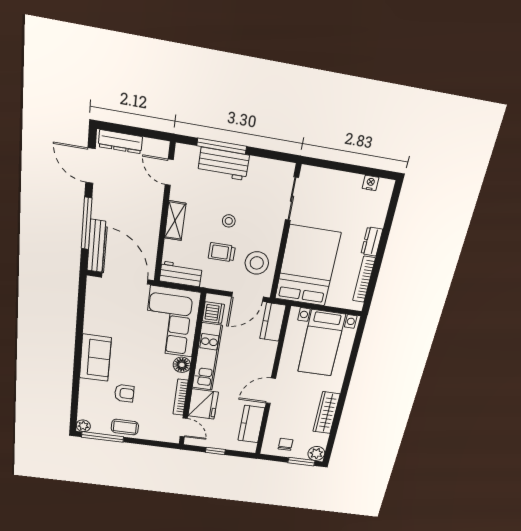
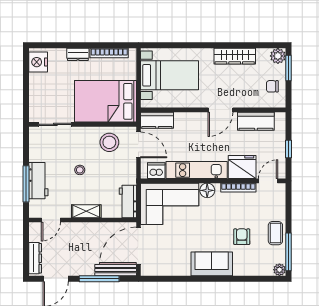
nightstand: (371, 183) -> (38, 62), width x1.89, depth x1.79
trolley: (222, 252) -> (105, 172), removed
door: (271, 391) -> (220, 110), hinge flipped

